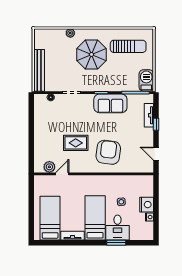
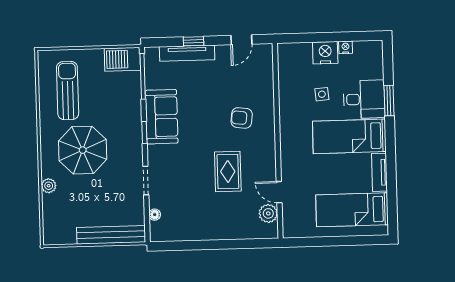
tv unit: (149, 115) -> (187, 53), width x1.41
armchair: (108, 152) -> (242, 118), width x0.53, depth x0.53

